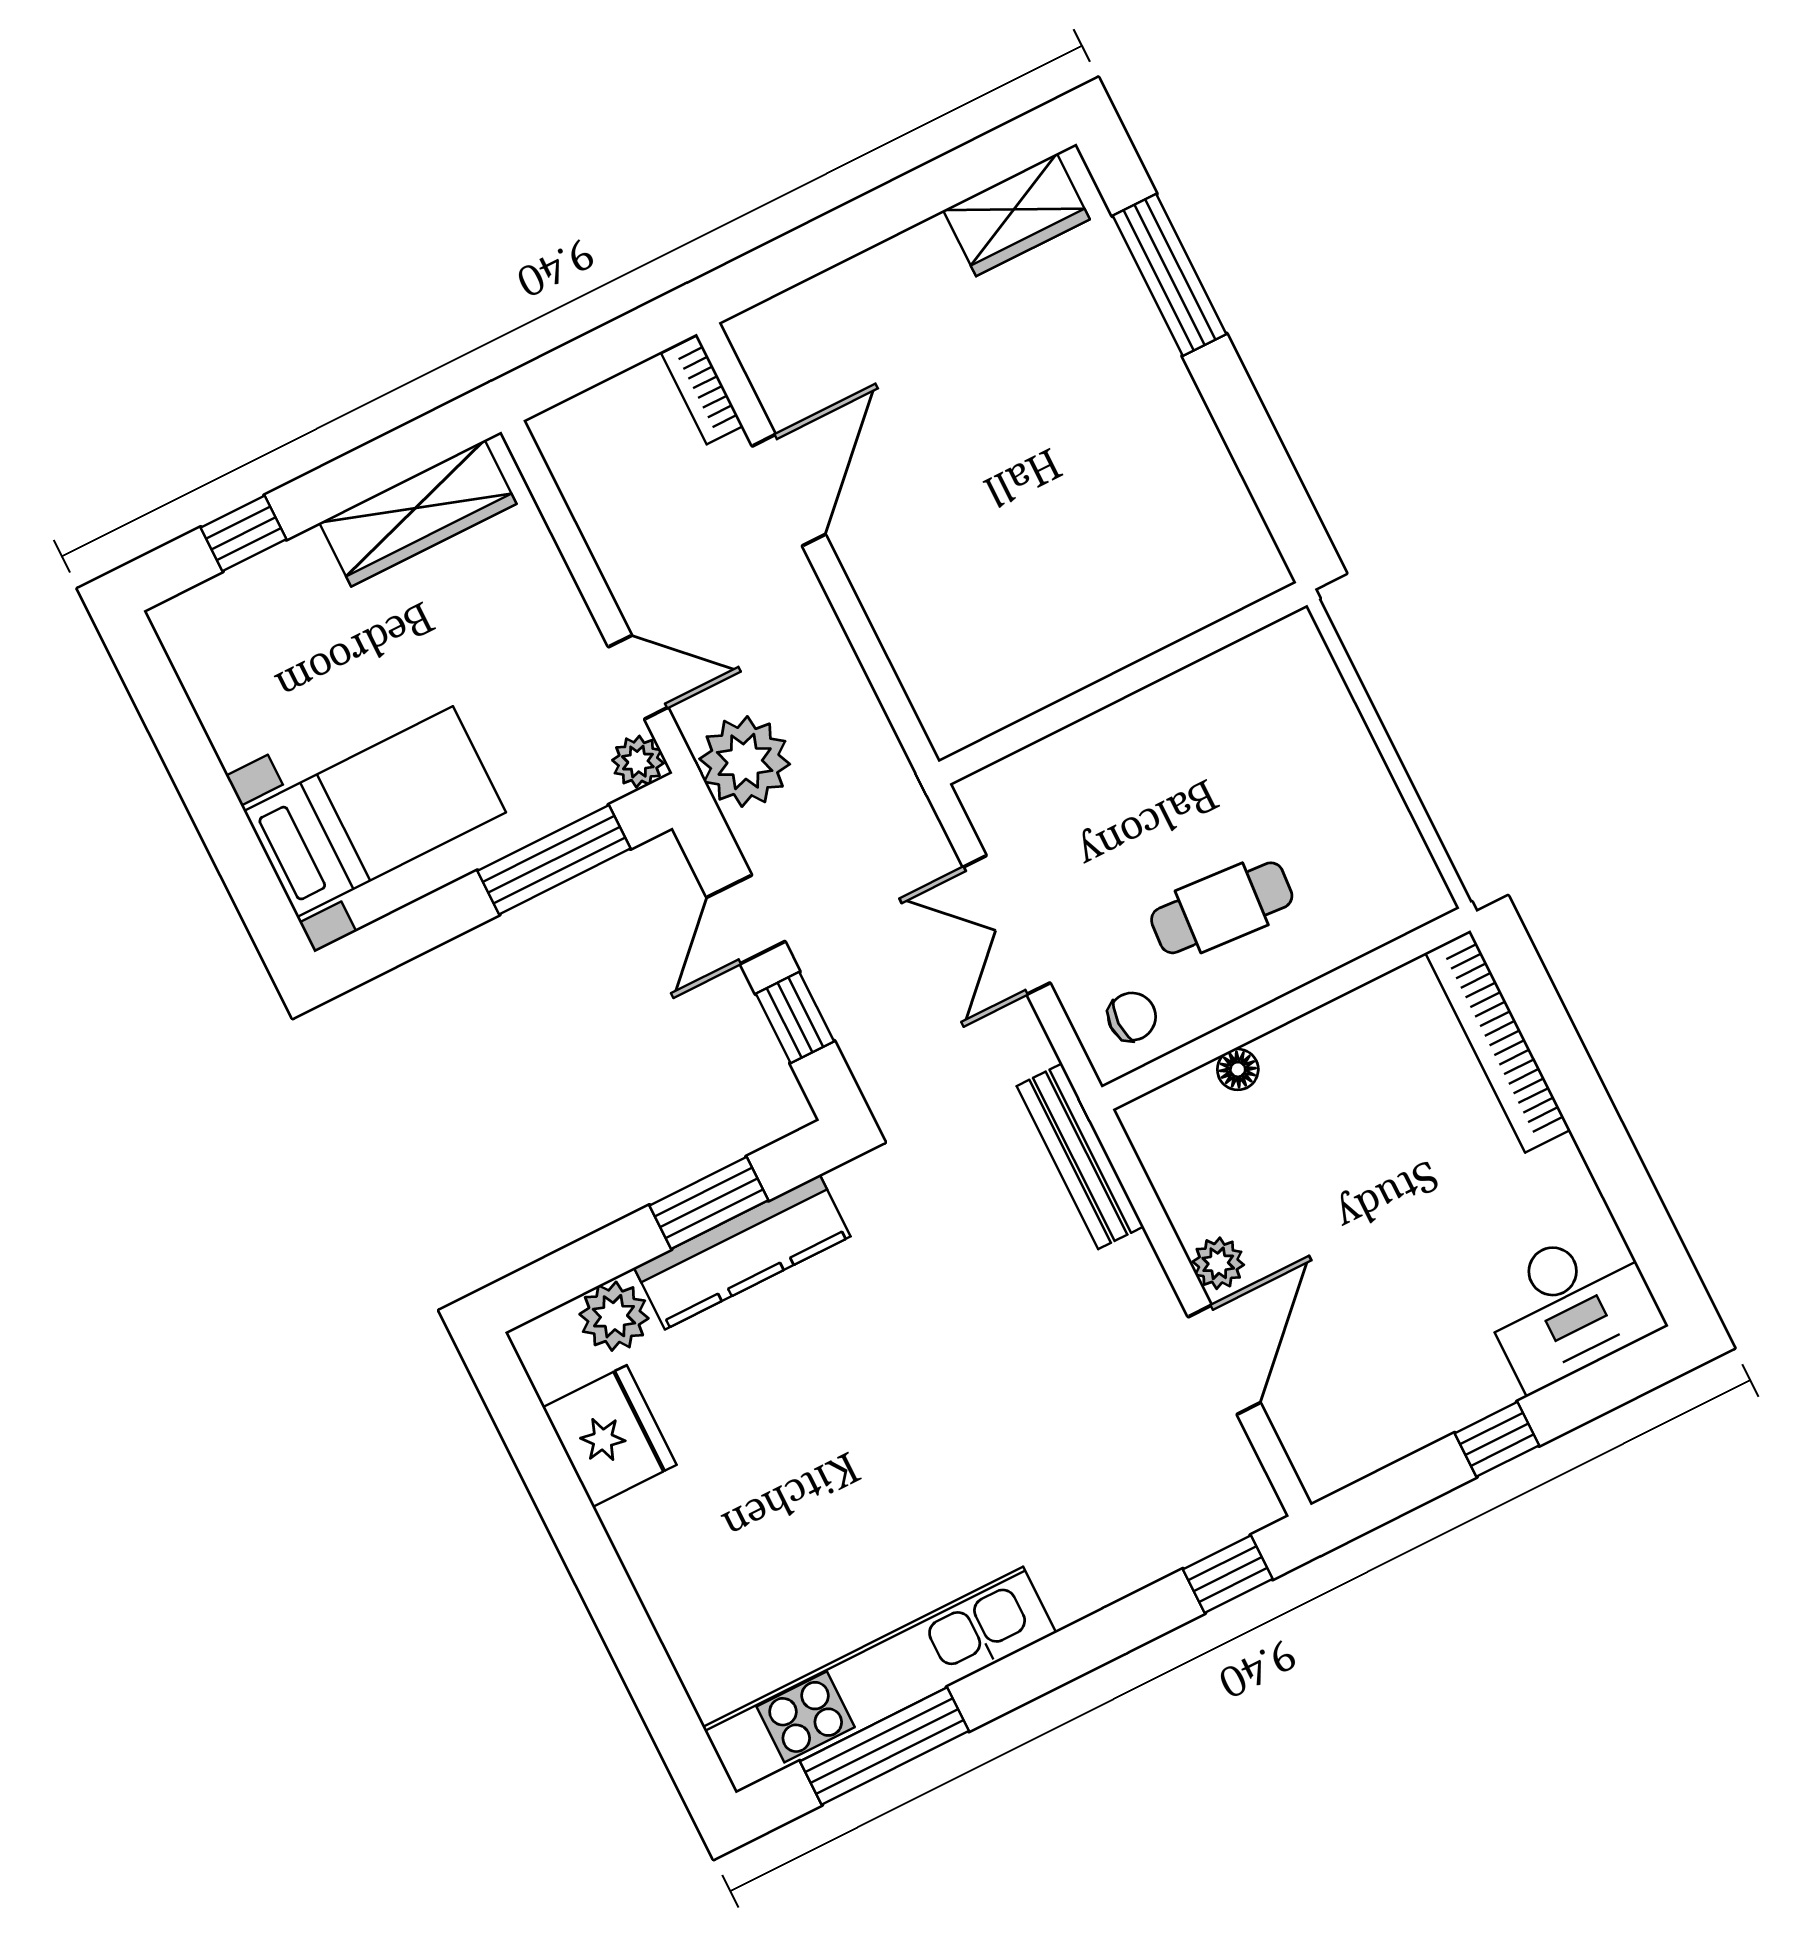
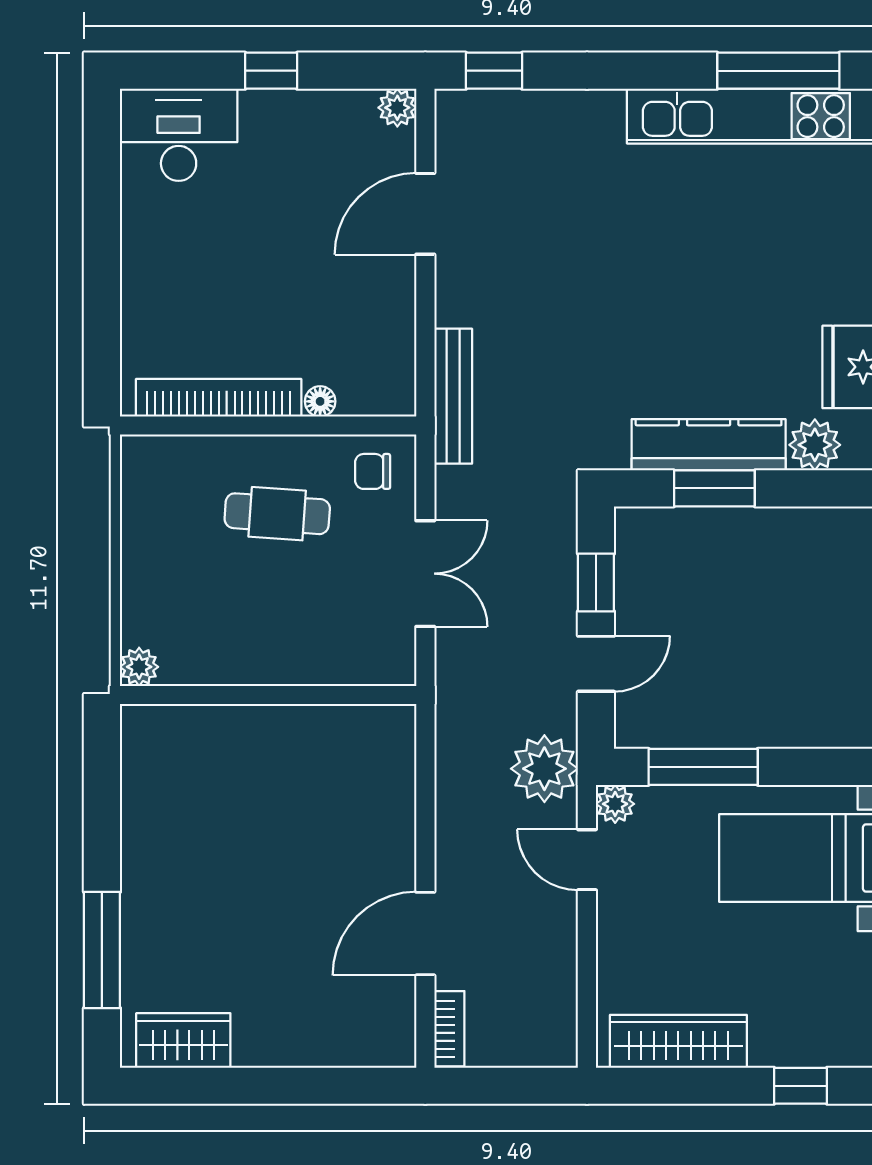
plant: (1296, 639) -> (139, 667), added
bookcase: (1498, 1041) -> (219, 398), moved, turned -90
plant: (1218, 1263) -> (397, 108), moved

